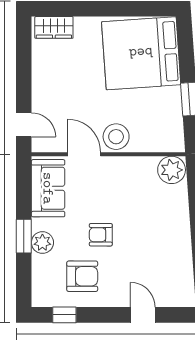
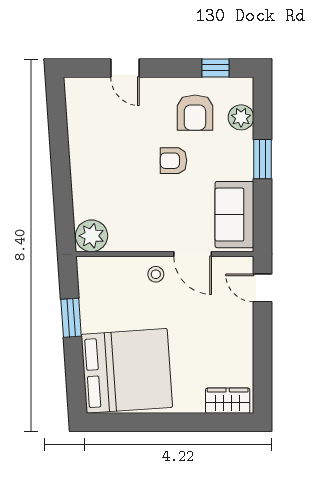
stool: (116, 137) -> (156, 274), width x0.53, depth x0.53
armchair: (101, 235) -> (174, 161), turned 180
plant: (42, 243) -> (241, 117), moved
armchair: (82, 276) -> (195, 113), turned -90

